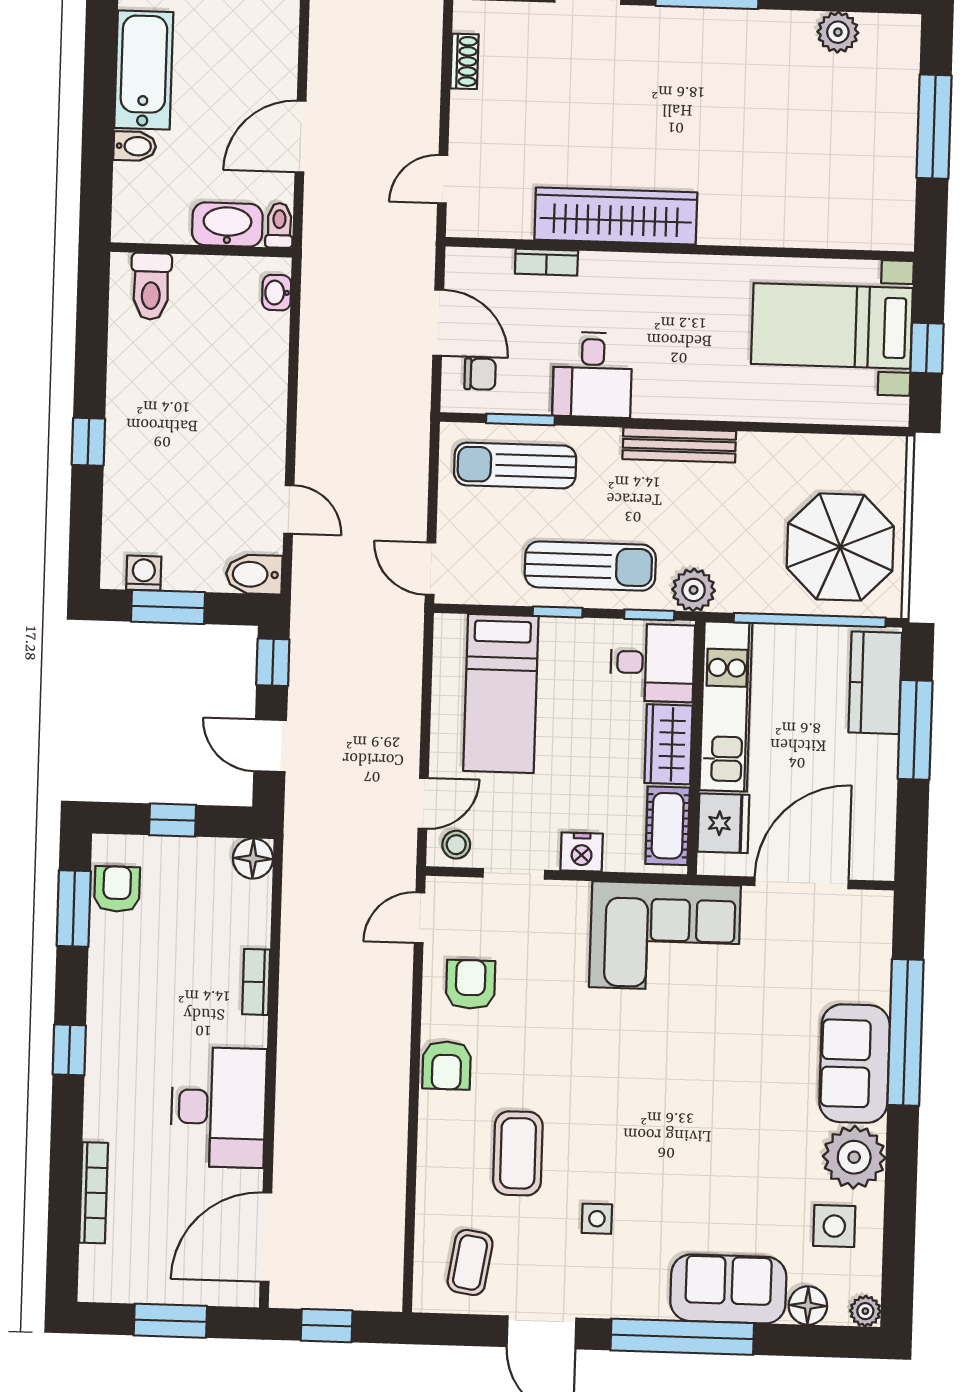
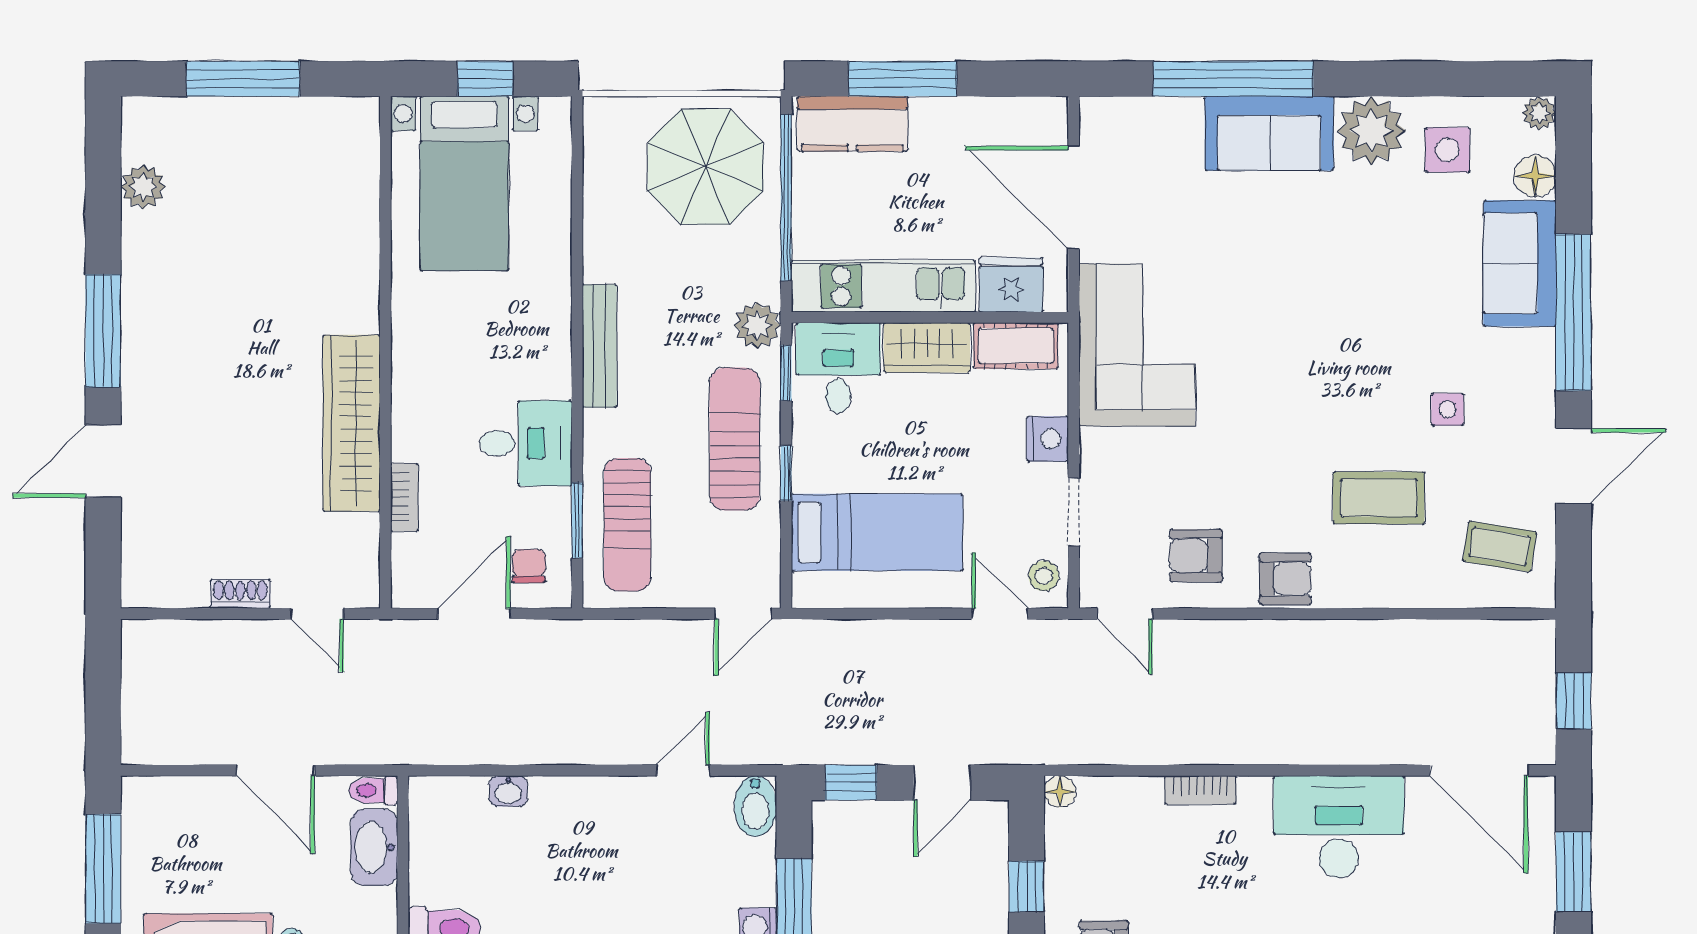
shoe rack: (465, 61) -> (240, 594), moved
washbasin: (277, 293) -> (508, 791), moved
floor lamp: (253, 859) -> (1060, 792), width x0.73, depth x0.73

